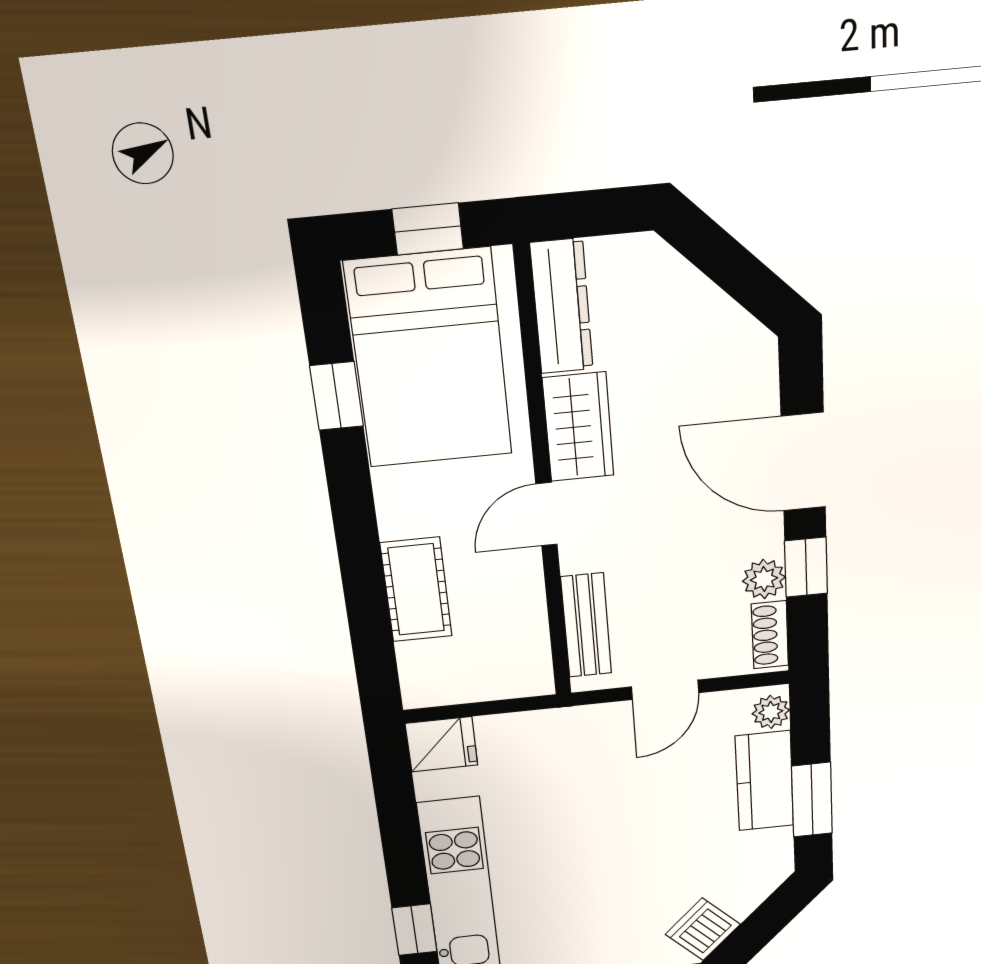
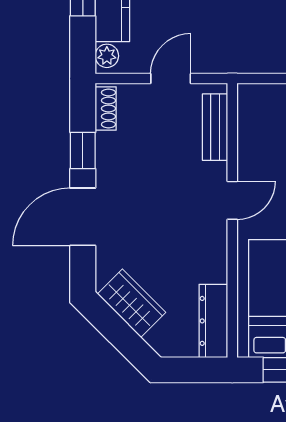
wardrobe: (578, 427) -> (131, 303), moved, turned 135
door: (803, 462) -> (83, 217), swing flipped
plant: (764, 579) -> (108, 146), removed

